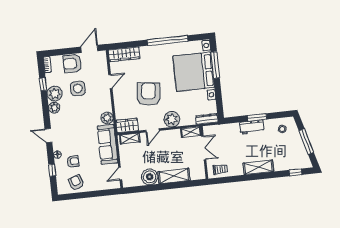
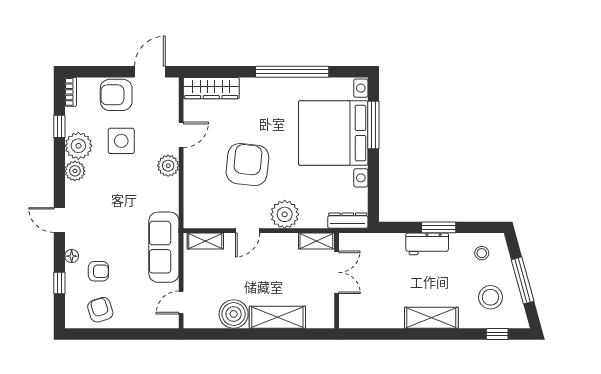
plant: (107, 118) -> (168, 166), moved
wardrobe: (127, 125) -> (203, 217), removed
stool: (290, 153) -> (491, 297), added
trolley: (220, 169) -> (362, 314), removed

